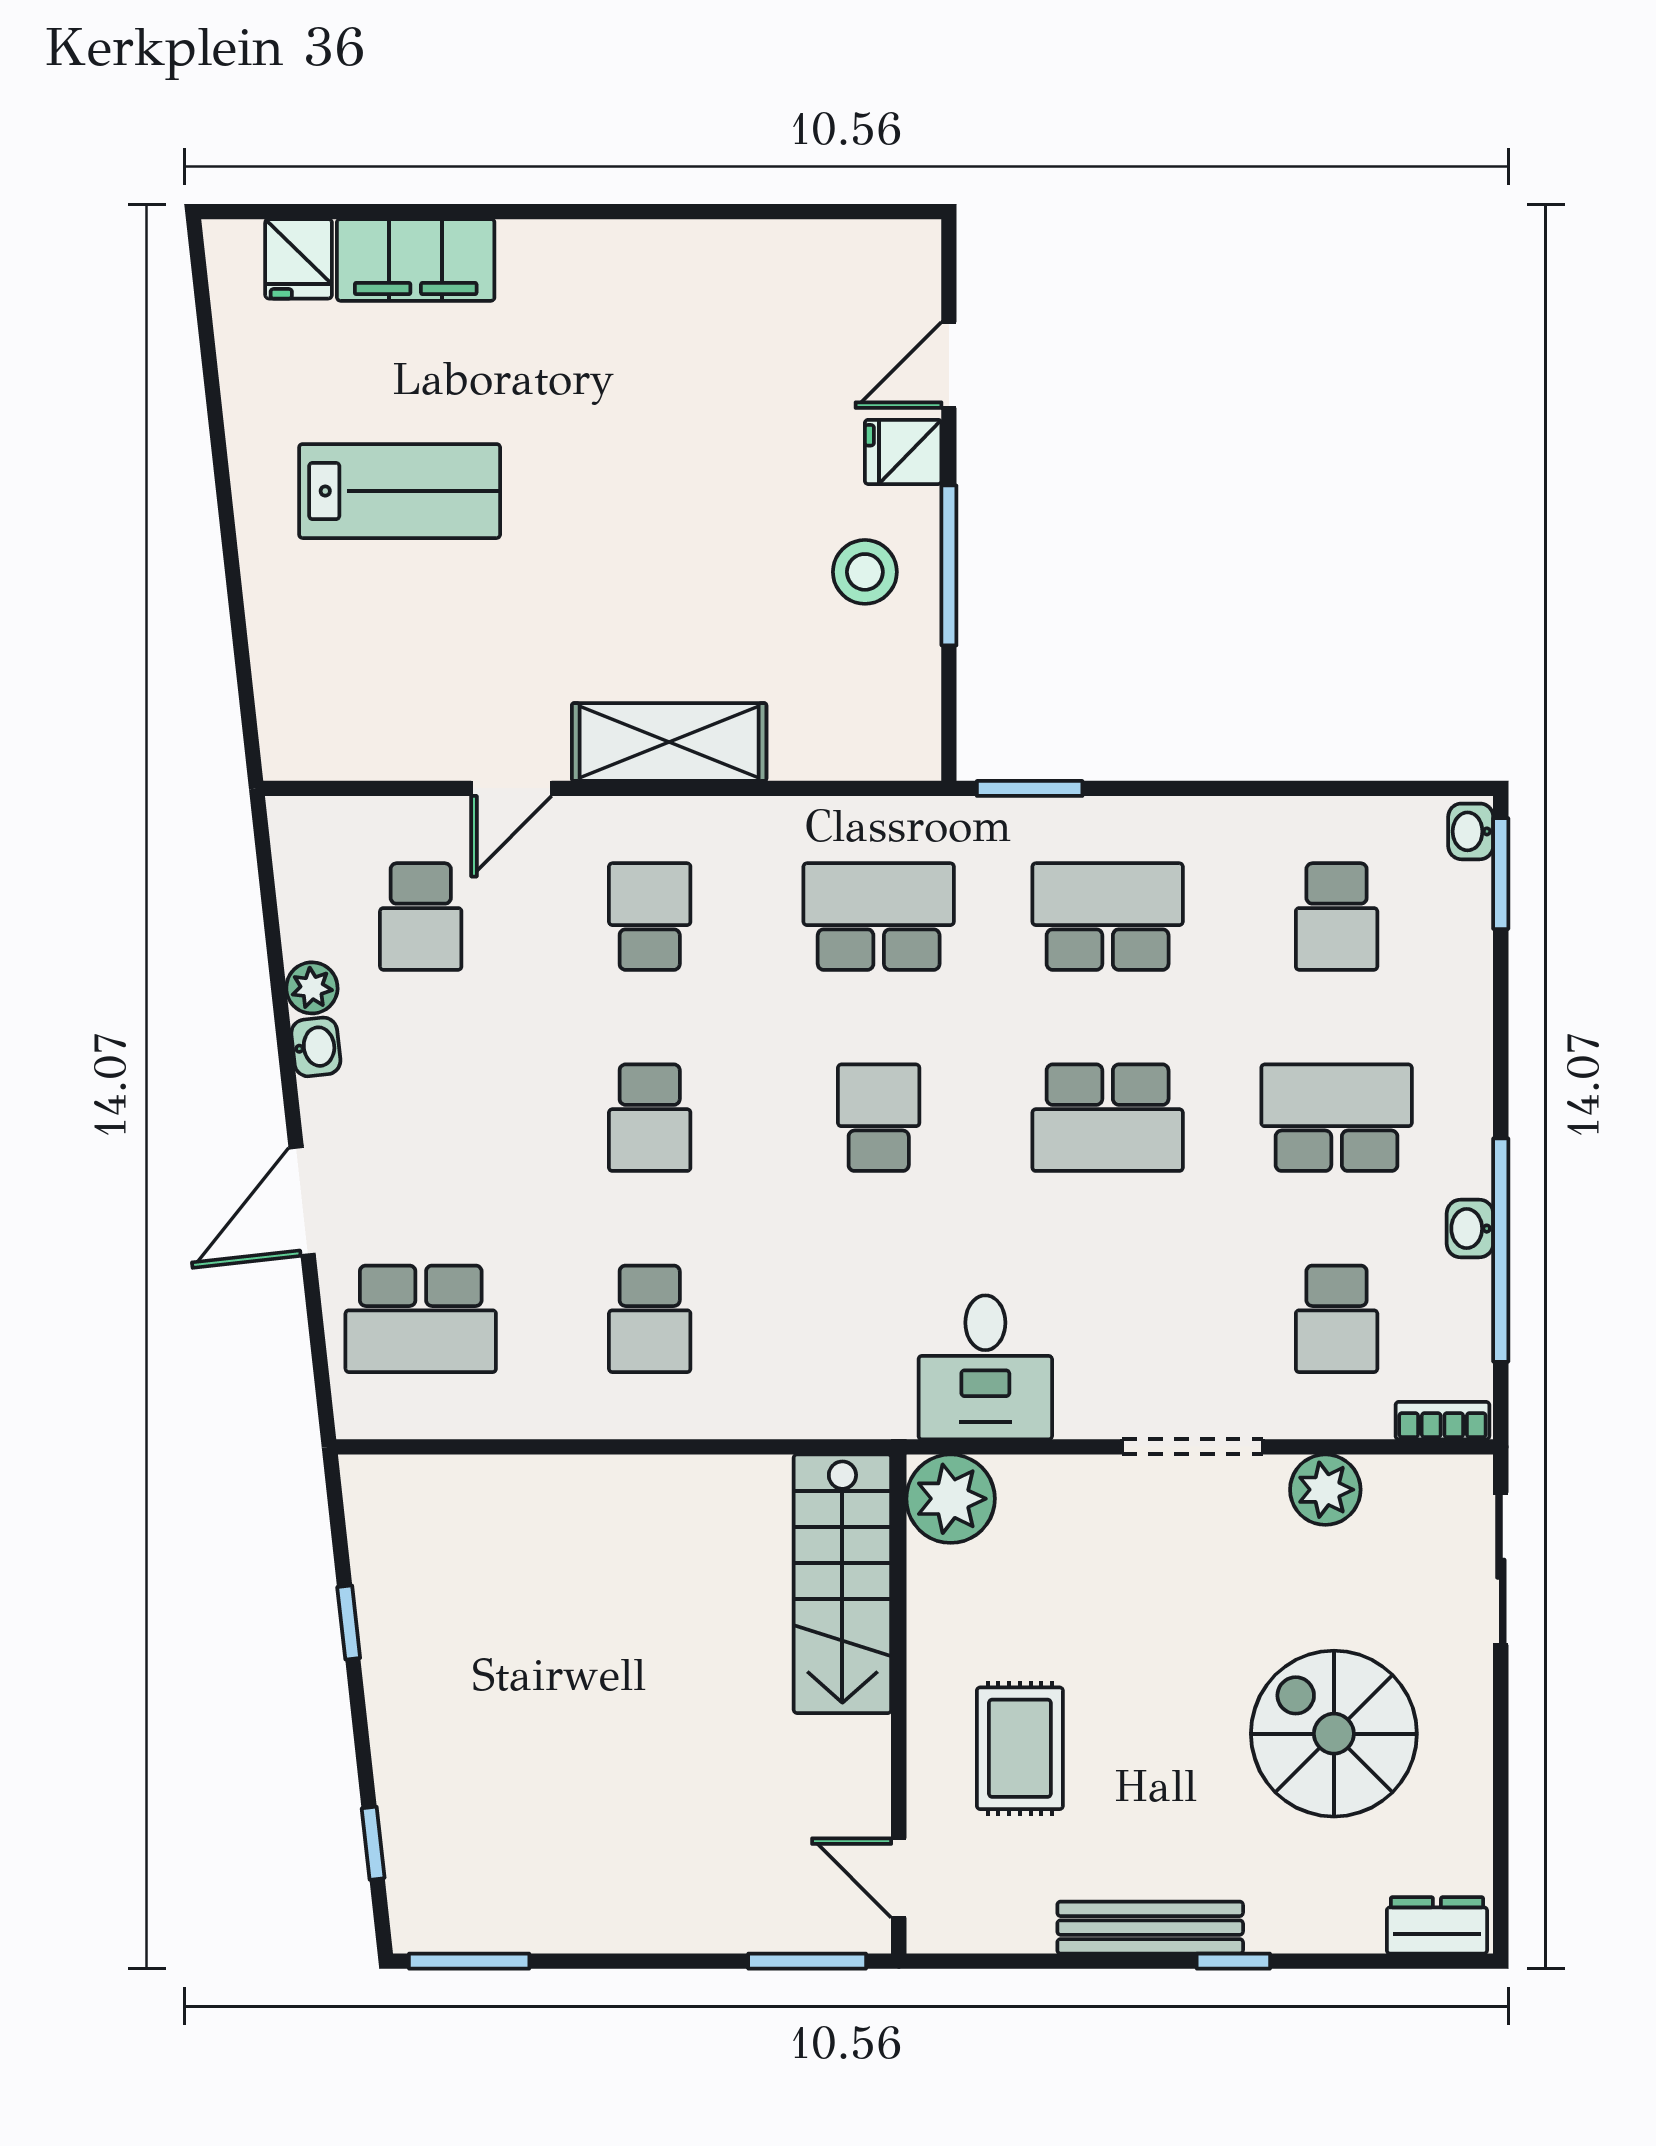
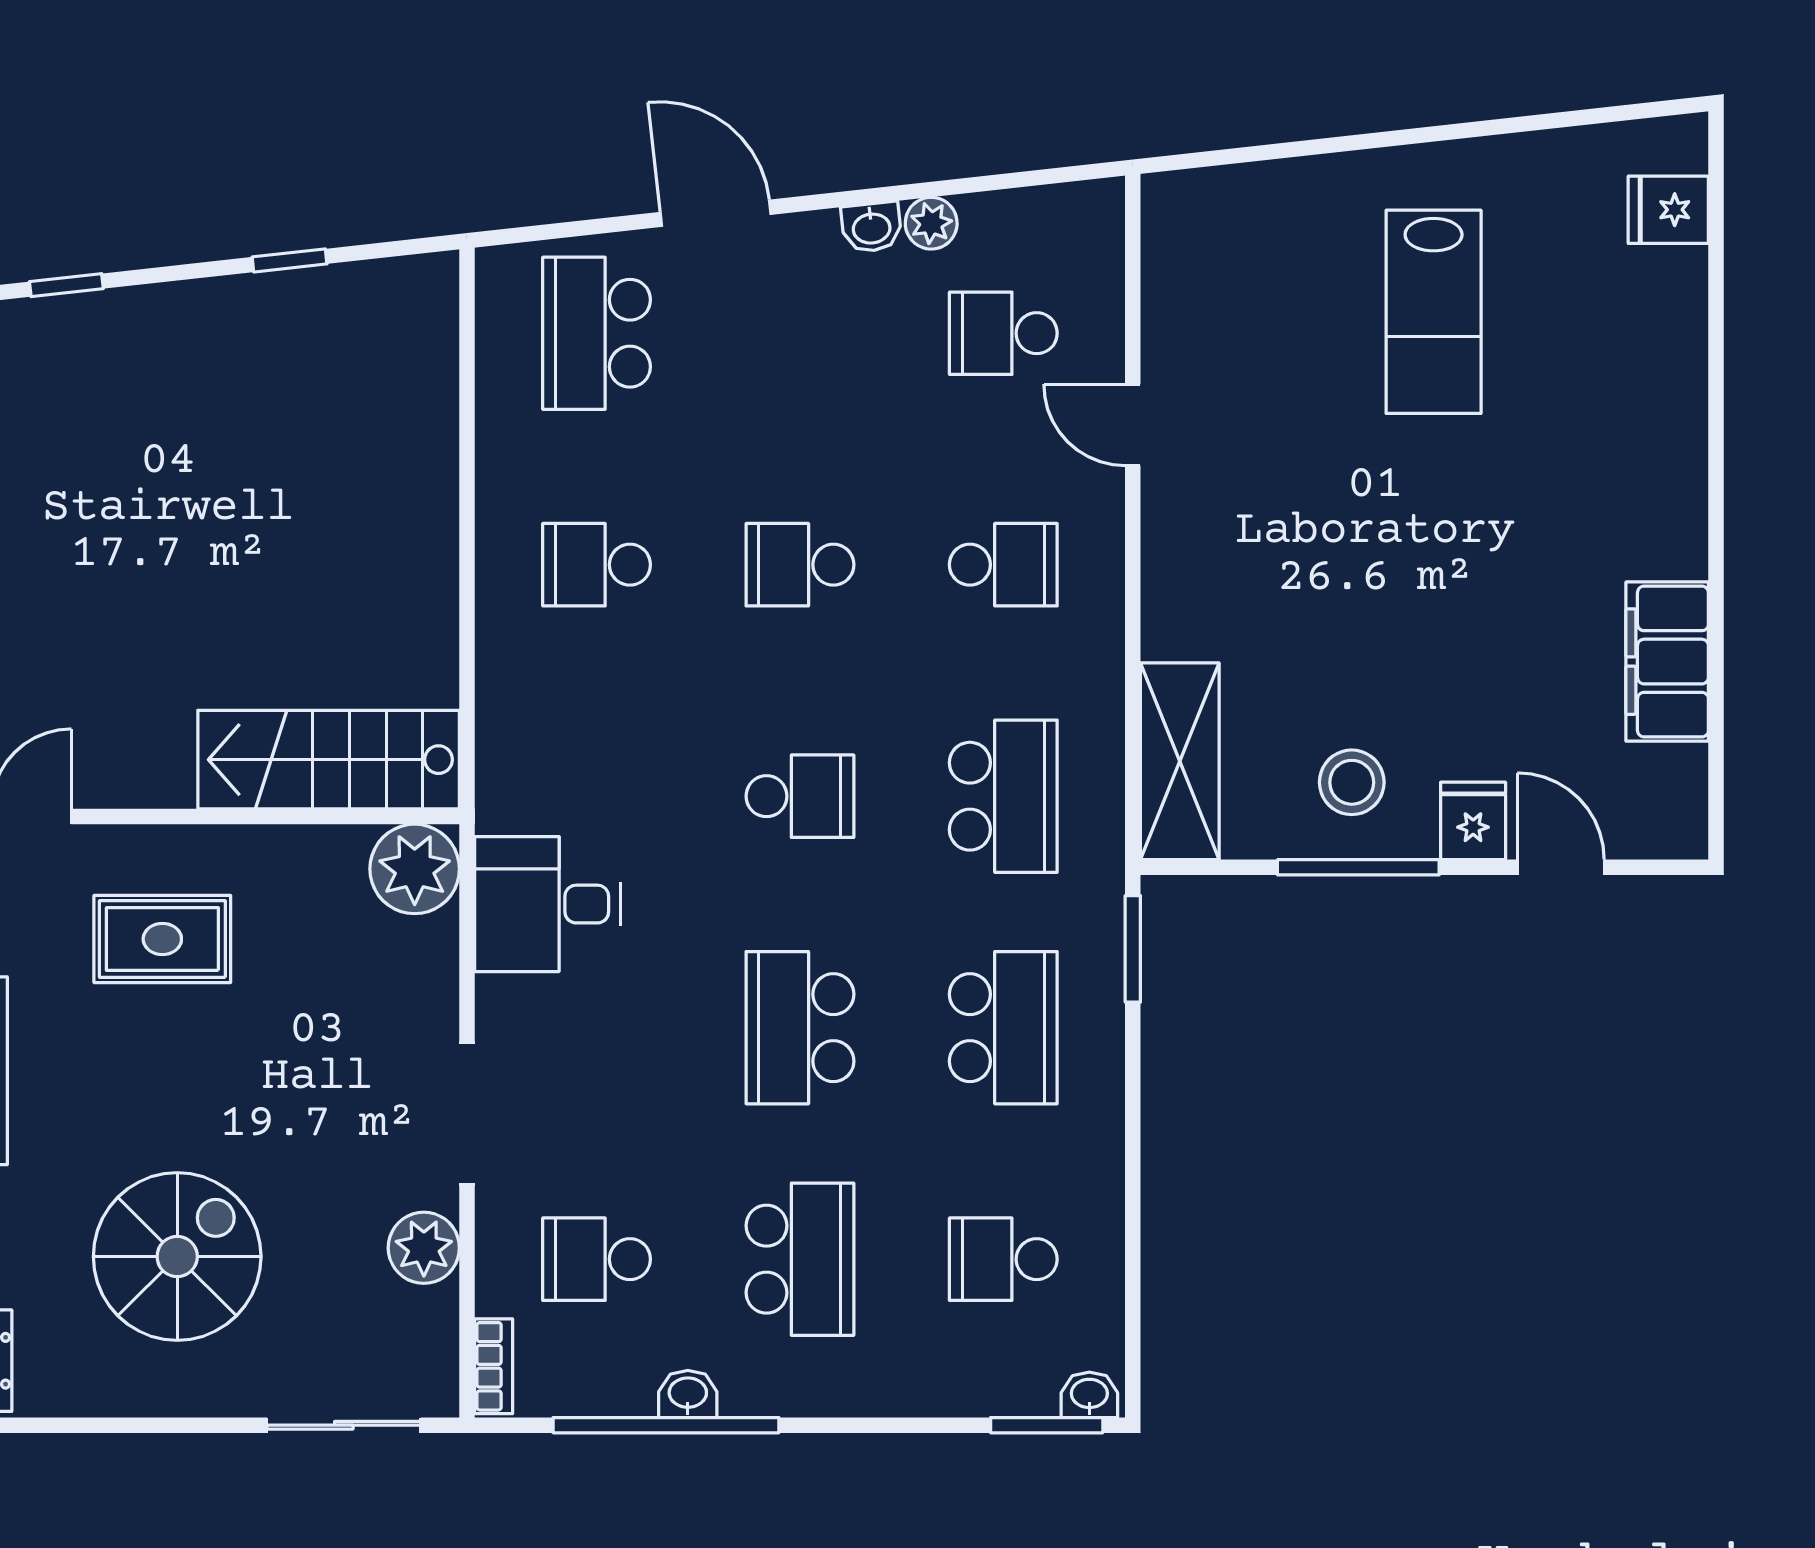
filing cabinet: (416, 260) -> (1667, 662), moved
shelving: (669, 742) -> (1180, 761), moved

